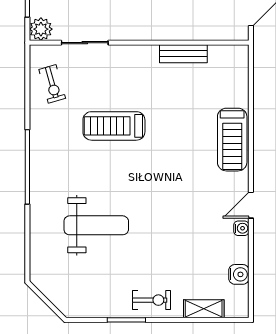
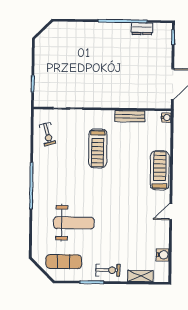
plant: (41, 29) -> (41, 100), removed
treadmill: (114, 126) -> (98, 148), moved, turned -90
treadmill: (232, 140) -> (160, 170), turned 180
water cooler: (241, 228) -> (166, 118), moved
exercise mat: (81, 287) -> (64, 262), added

